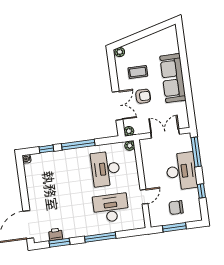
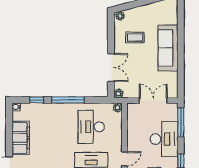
armchair: (143, 96) -> (137, 62), removed
filing cabinet: (35, 190) -> (21, 138), added

